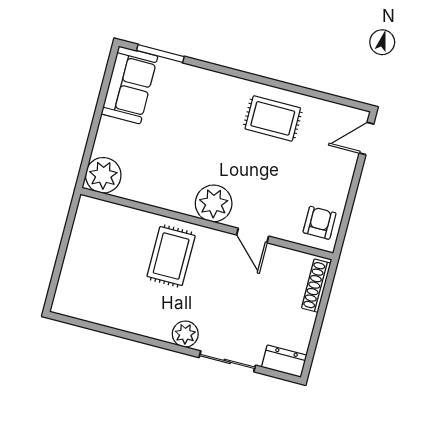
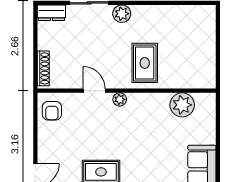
plant: (103, 175) -> (182, 105), moved
plant: (214, 203) -> (120, 99), width x0.53, depth x0.53

